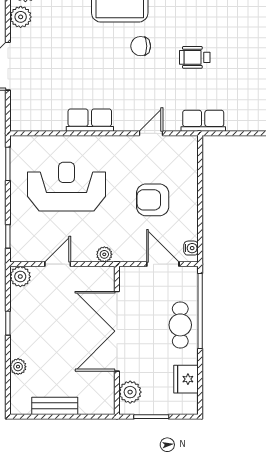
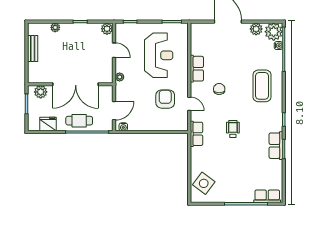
chair: (141, 46) -> (219, 89), moved
armchair: (153, 200) -> (165, 99), moved
double door: (117, 331) -> (76, 84), swing flipped

